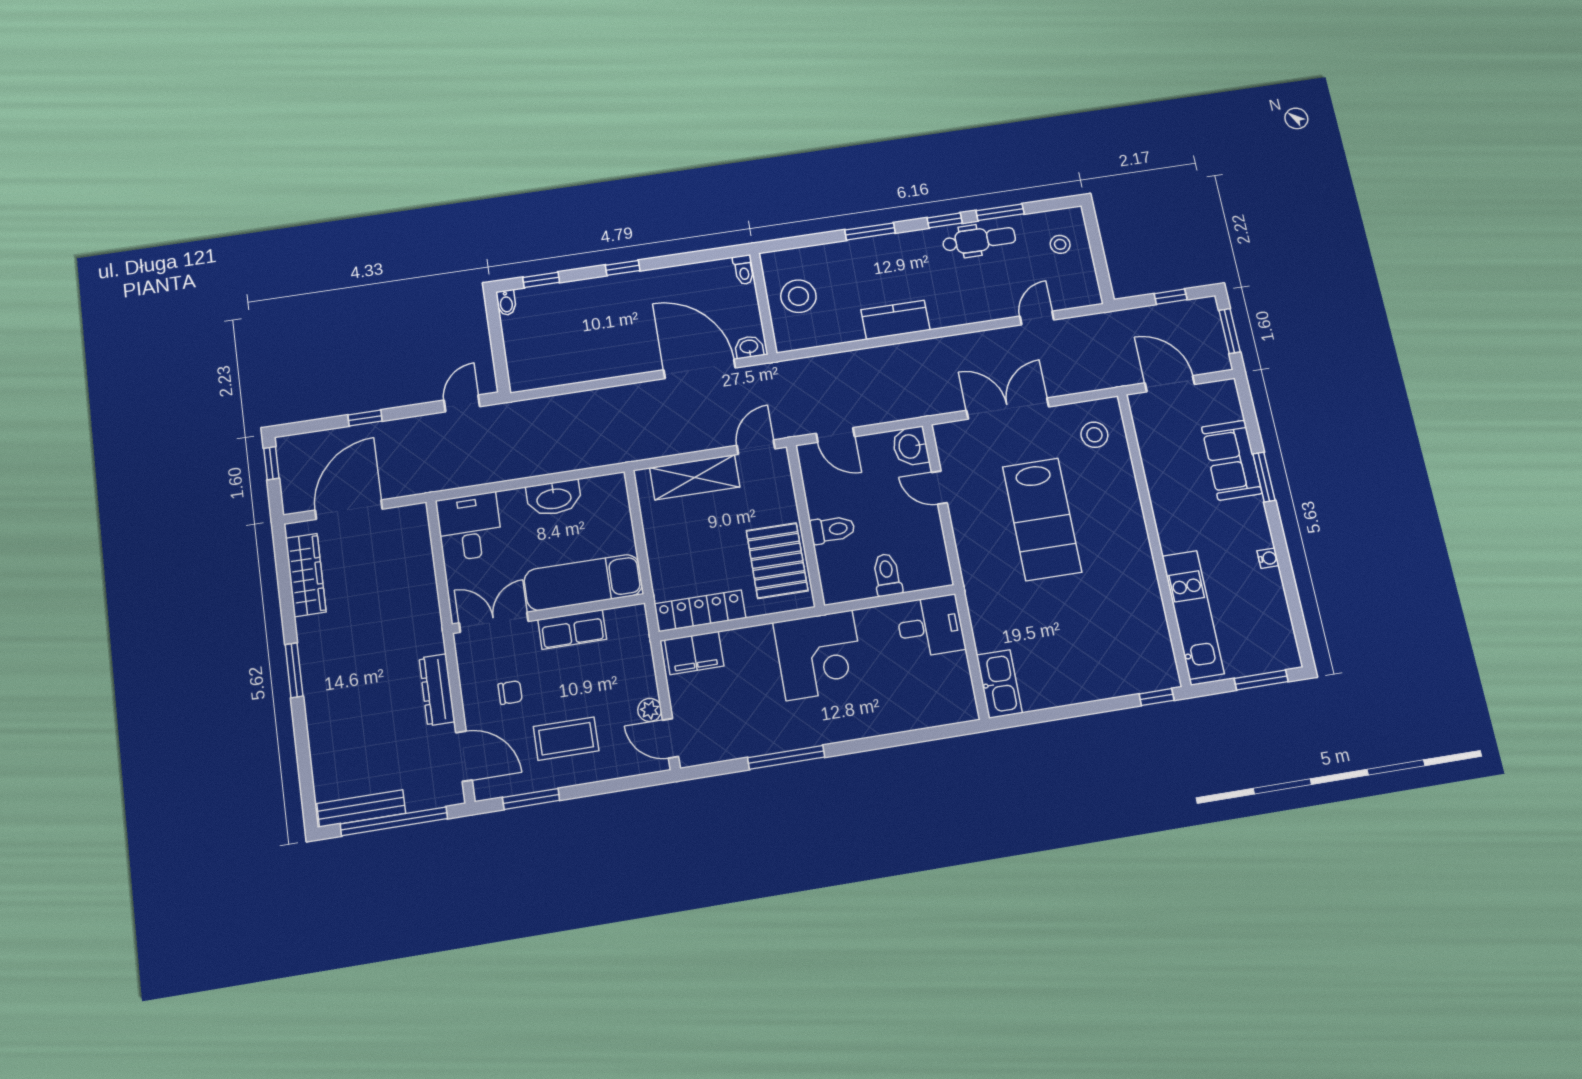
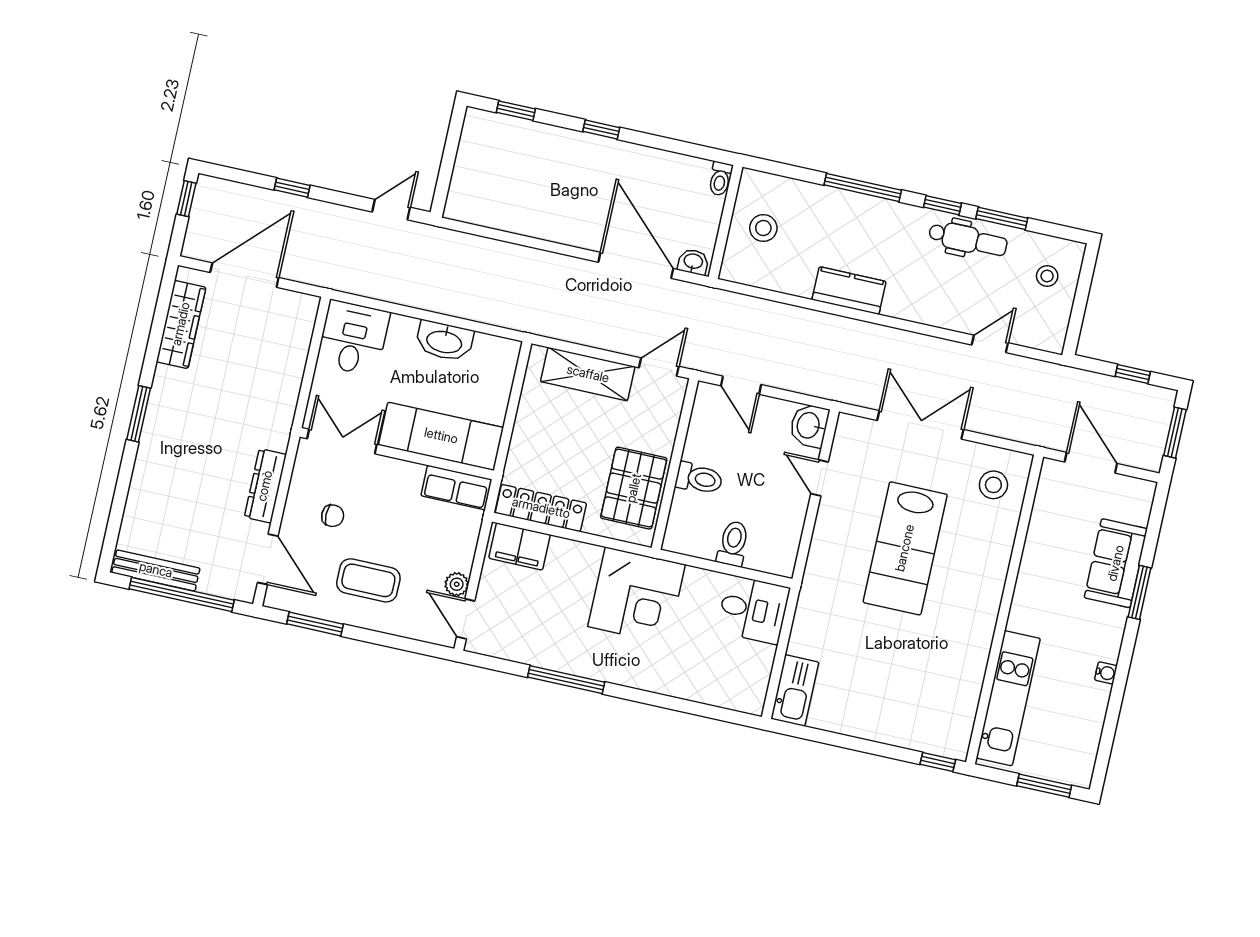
window: (870, 231) -> (863, 188), width x1.44
stool: (798, 296) -> (763, 228), width x0.73, depth x0.73
bidet: (506, 303) -> (473, 121), removed
row of seats: (572, 629) -> (456, 488), moved

